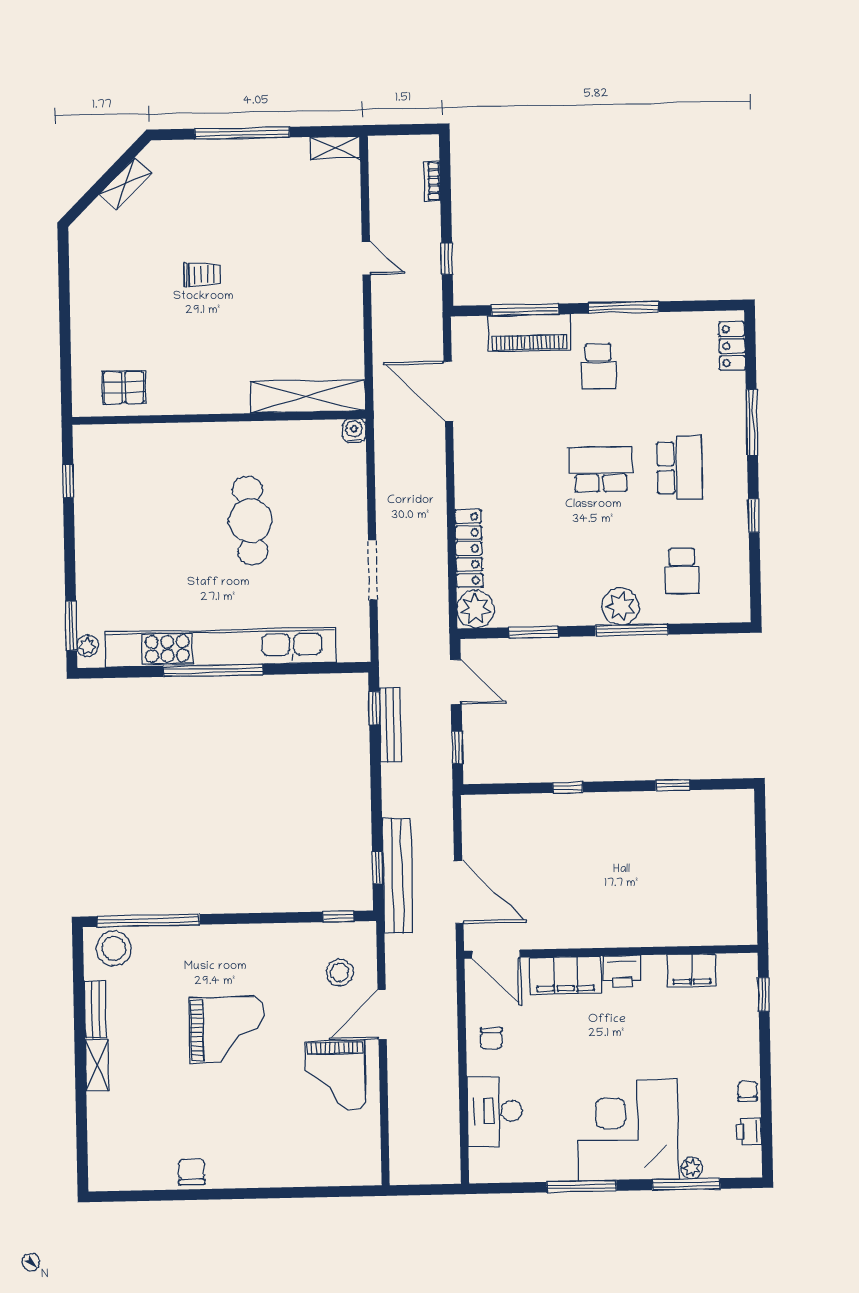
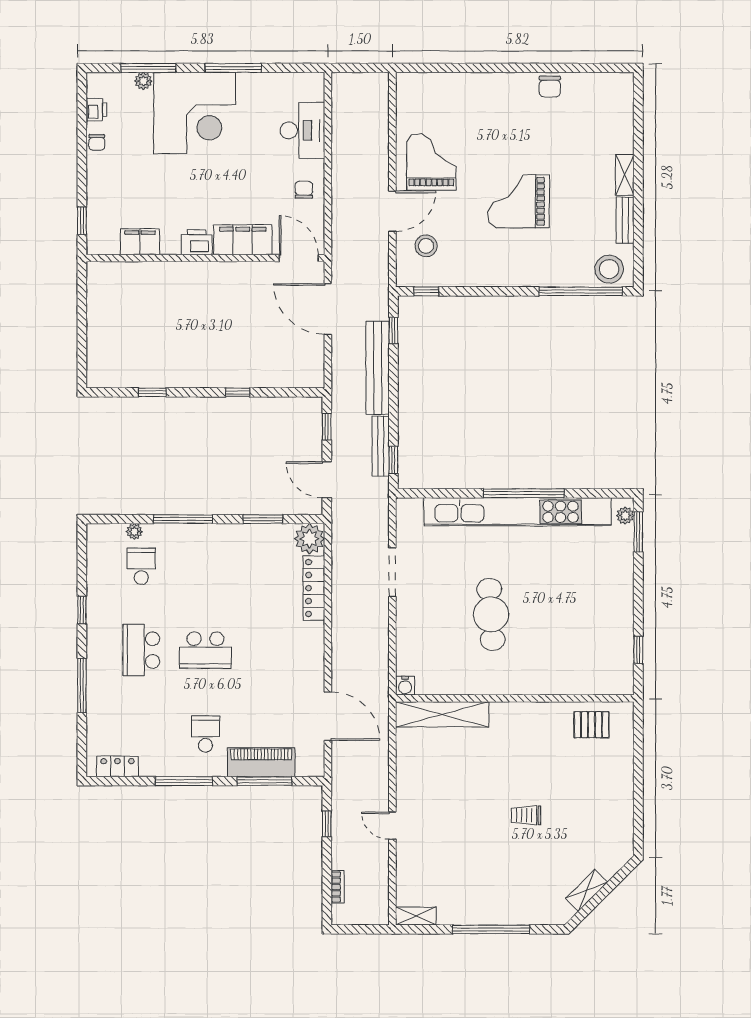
locker: (732, 346) -> (117, 766), moved, turned -90
plant: (621, 606) -> (134, 531), moved, width x0.53, depth x0.53
bench: (397, 875) -> (378, 368), moved

